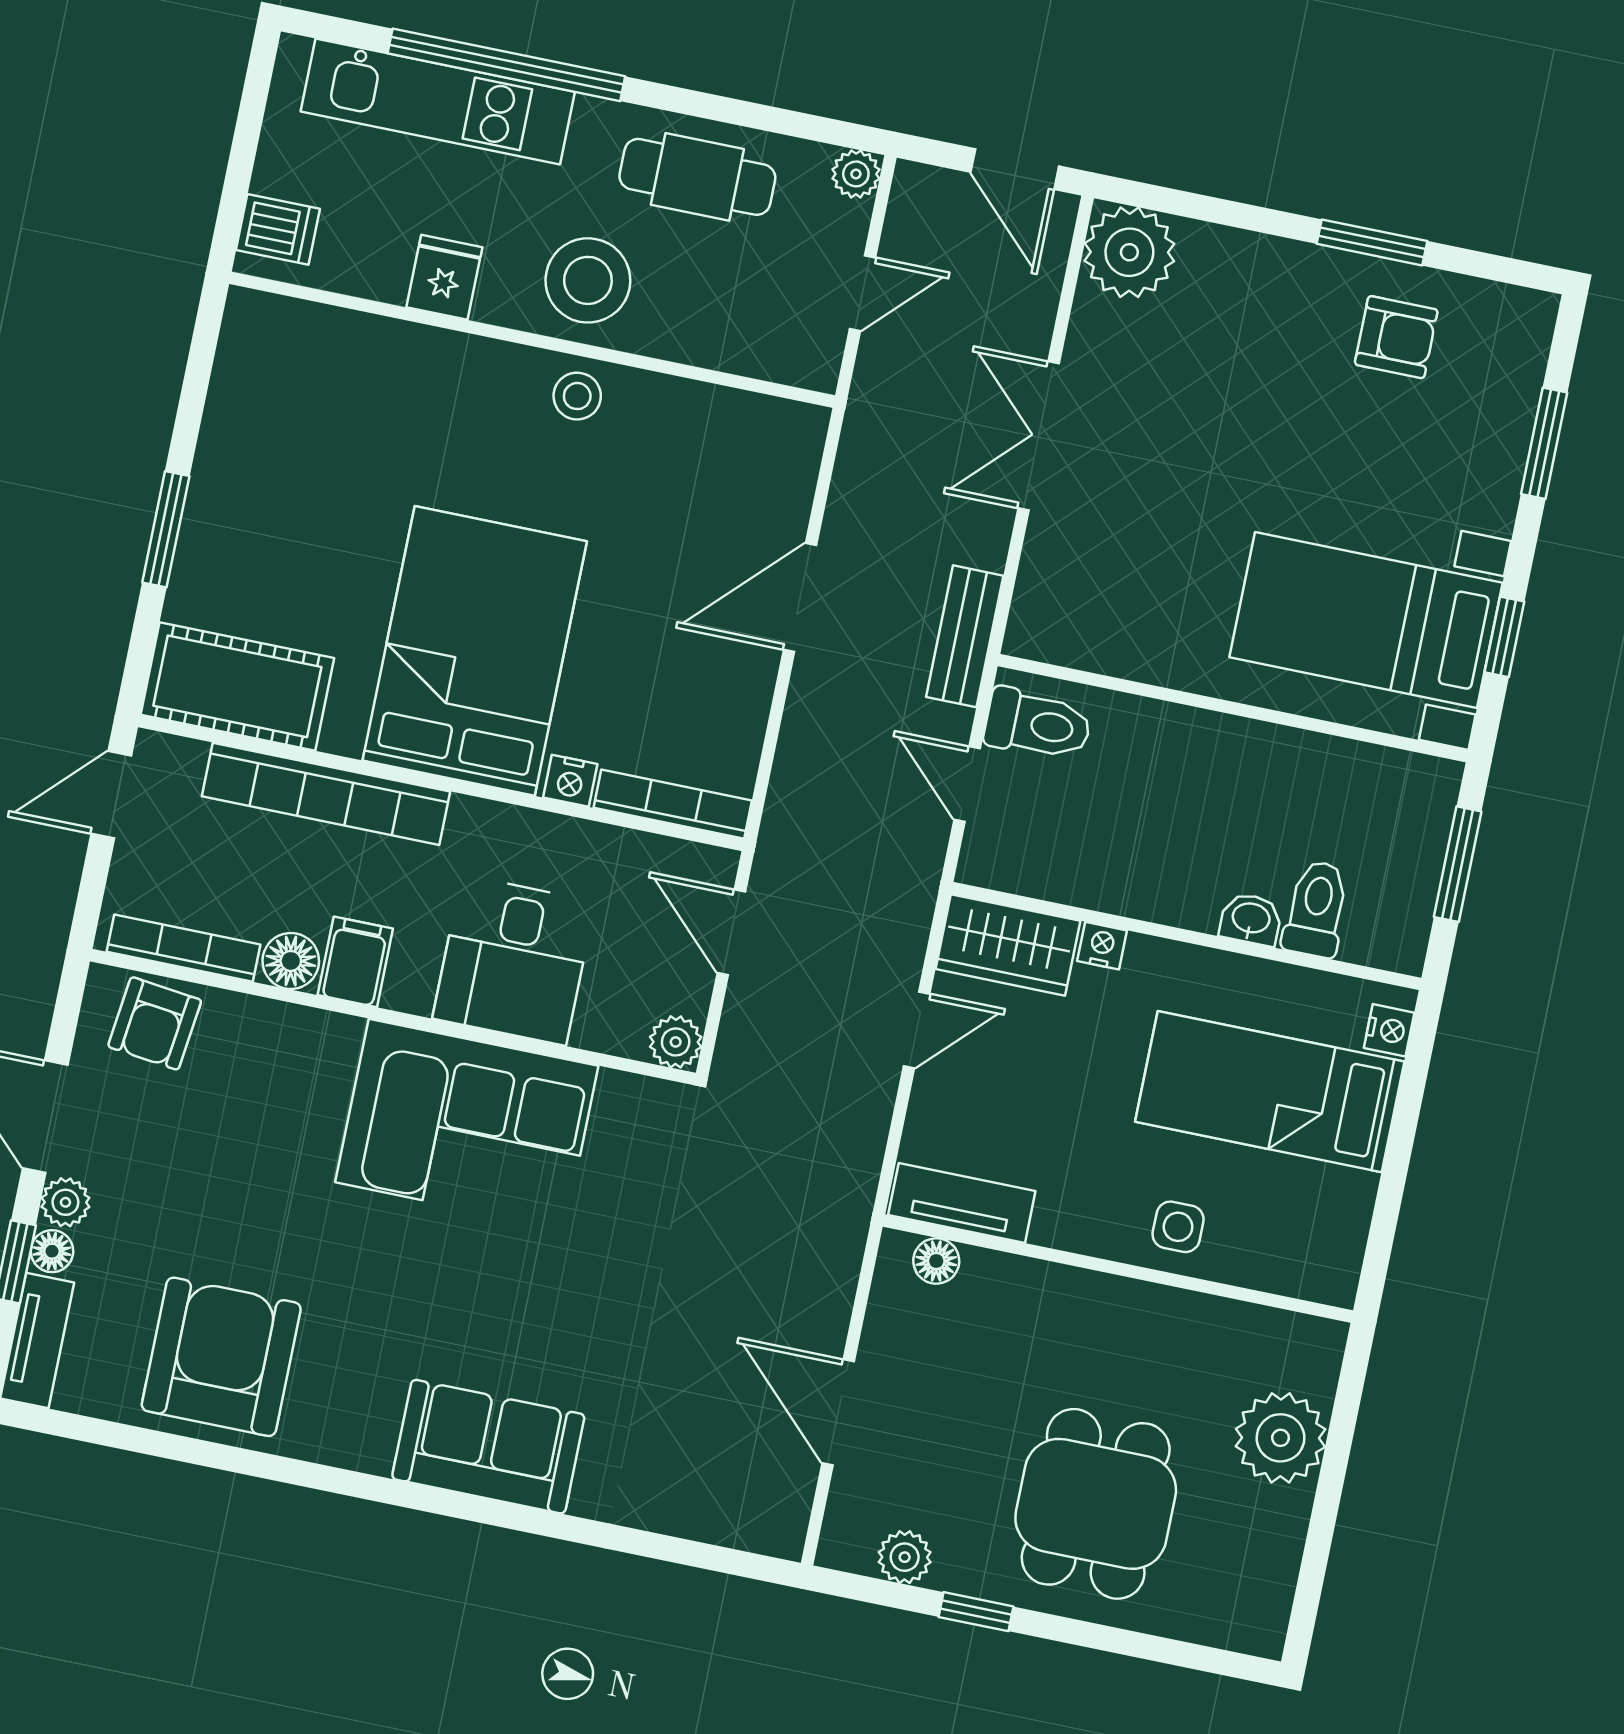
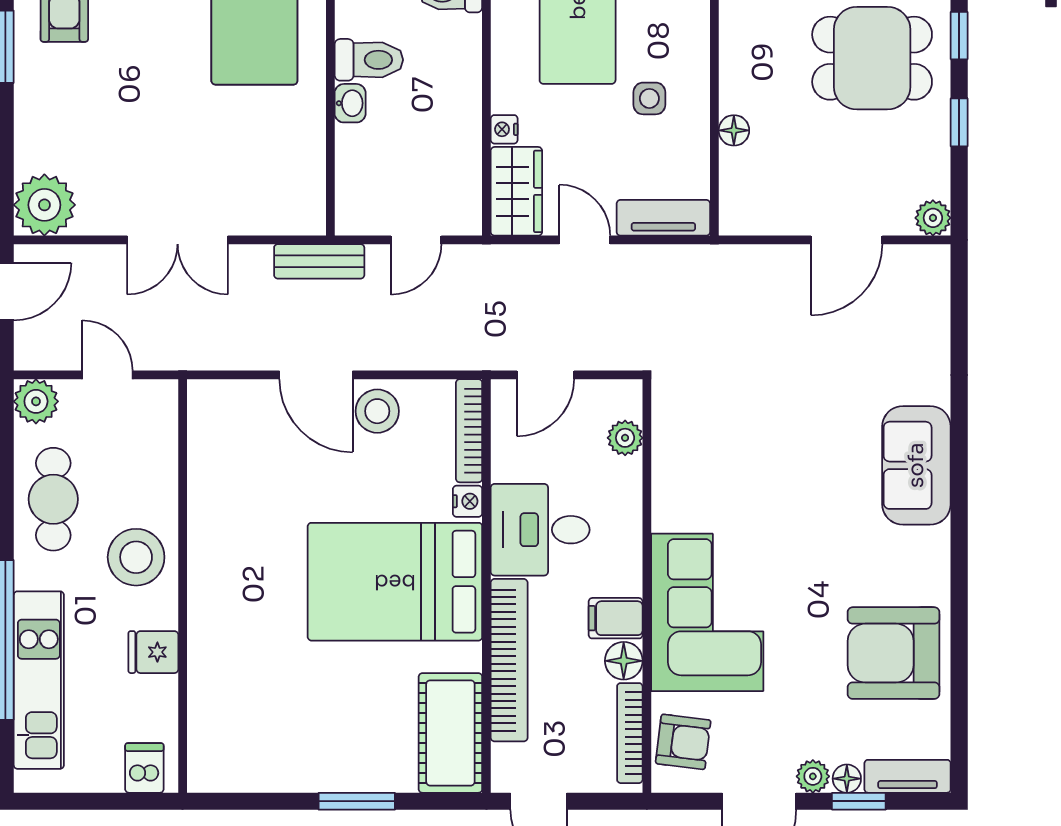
plant: (856, 174) -> (36, 401), width x1.38, depth x1.38
stool: (577, 396) -> (377, 411), moved, width x1.37, depth x1.37
toilet: (1038, 724) -> (369, 60), moved, turned 90
washbasin: (1251, 919) -> (350, 103), moved, turned 180
desk: (514, 960) -> (540, 530), moved, turned 180
plant: (676, 1042) -> (625, 438), moved
corner sofa: (467, 1124) -> (707, 612), moved
tv unit: (962, 1203) -> (663, 218), moved, turned 90
side table: (1178, 1227) -> (649, 98), moved
floor lamp: (936, 1261) -> (734, 130), moved
plant: (905, 1557) -> (933, 218), moved
window: (1103, 1638) -> (959, 36), added

